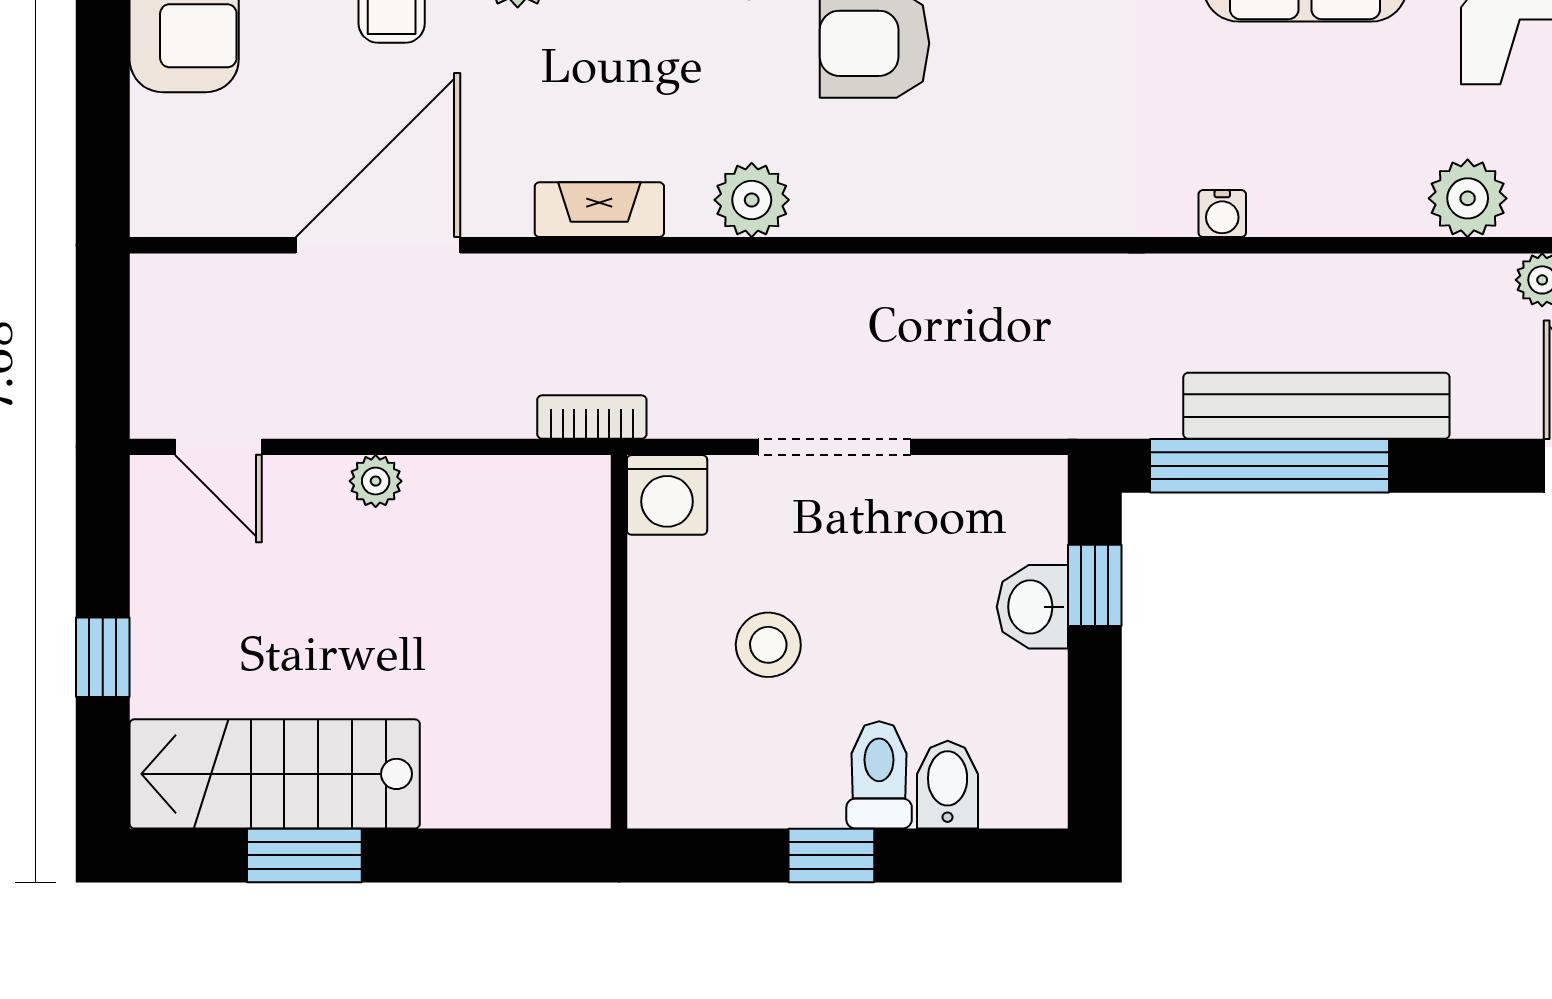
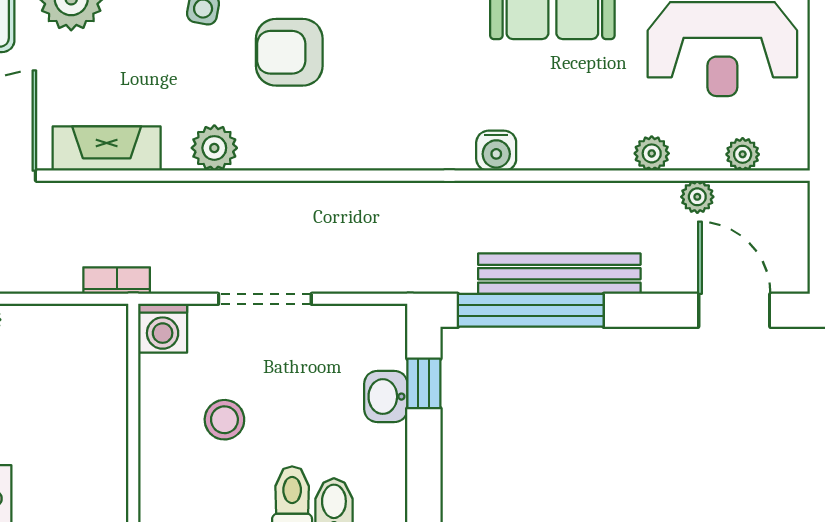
plant: (1468, 198) -> (652, 153), width x0.73, depth x0.73
fireplace: (599, 210) -> (107, 149), width x1.37, depth x1.32
water cooler: (1222, 214) -> (496, 151), width x1.38, depth x1.38

